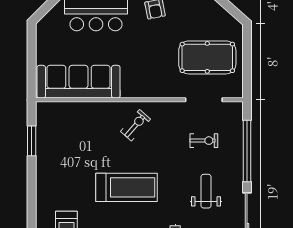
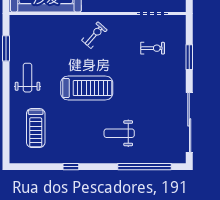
window: (247, 151) -> (189, 57), width x0.47
weight bench: (206, 191) -> (28, 78), moved

